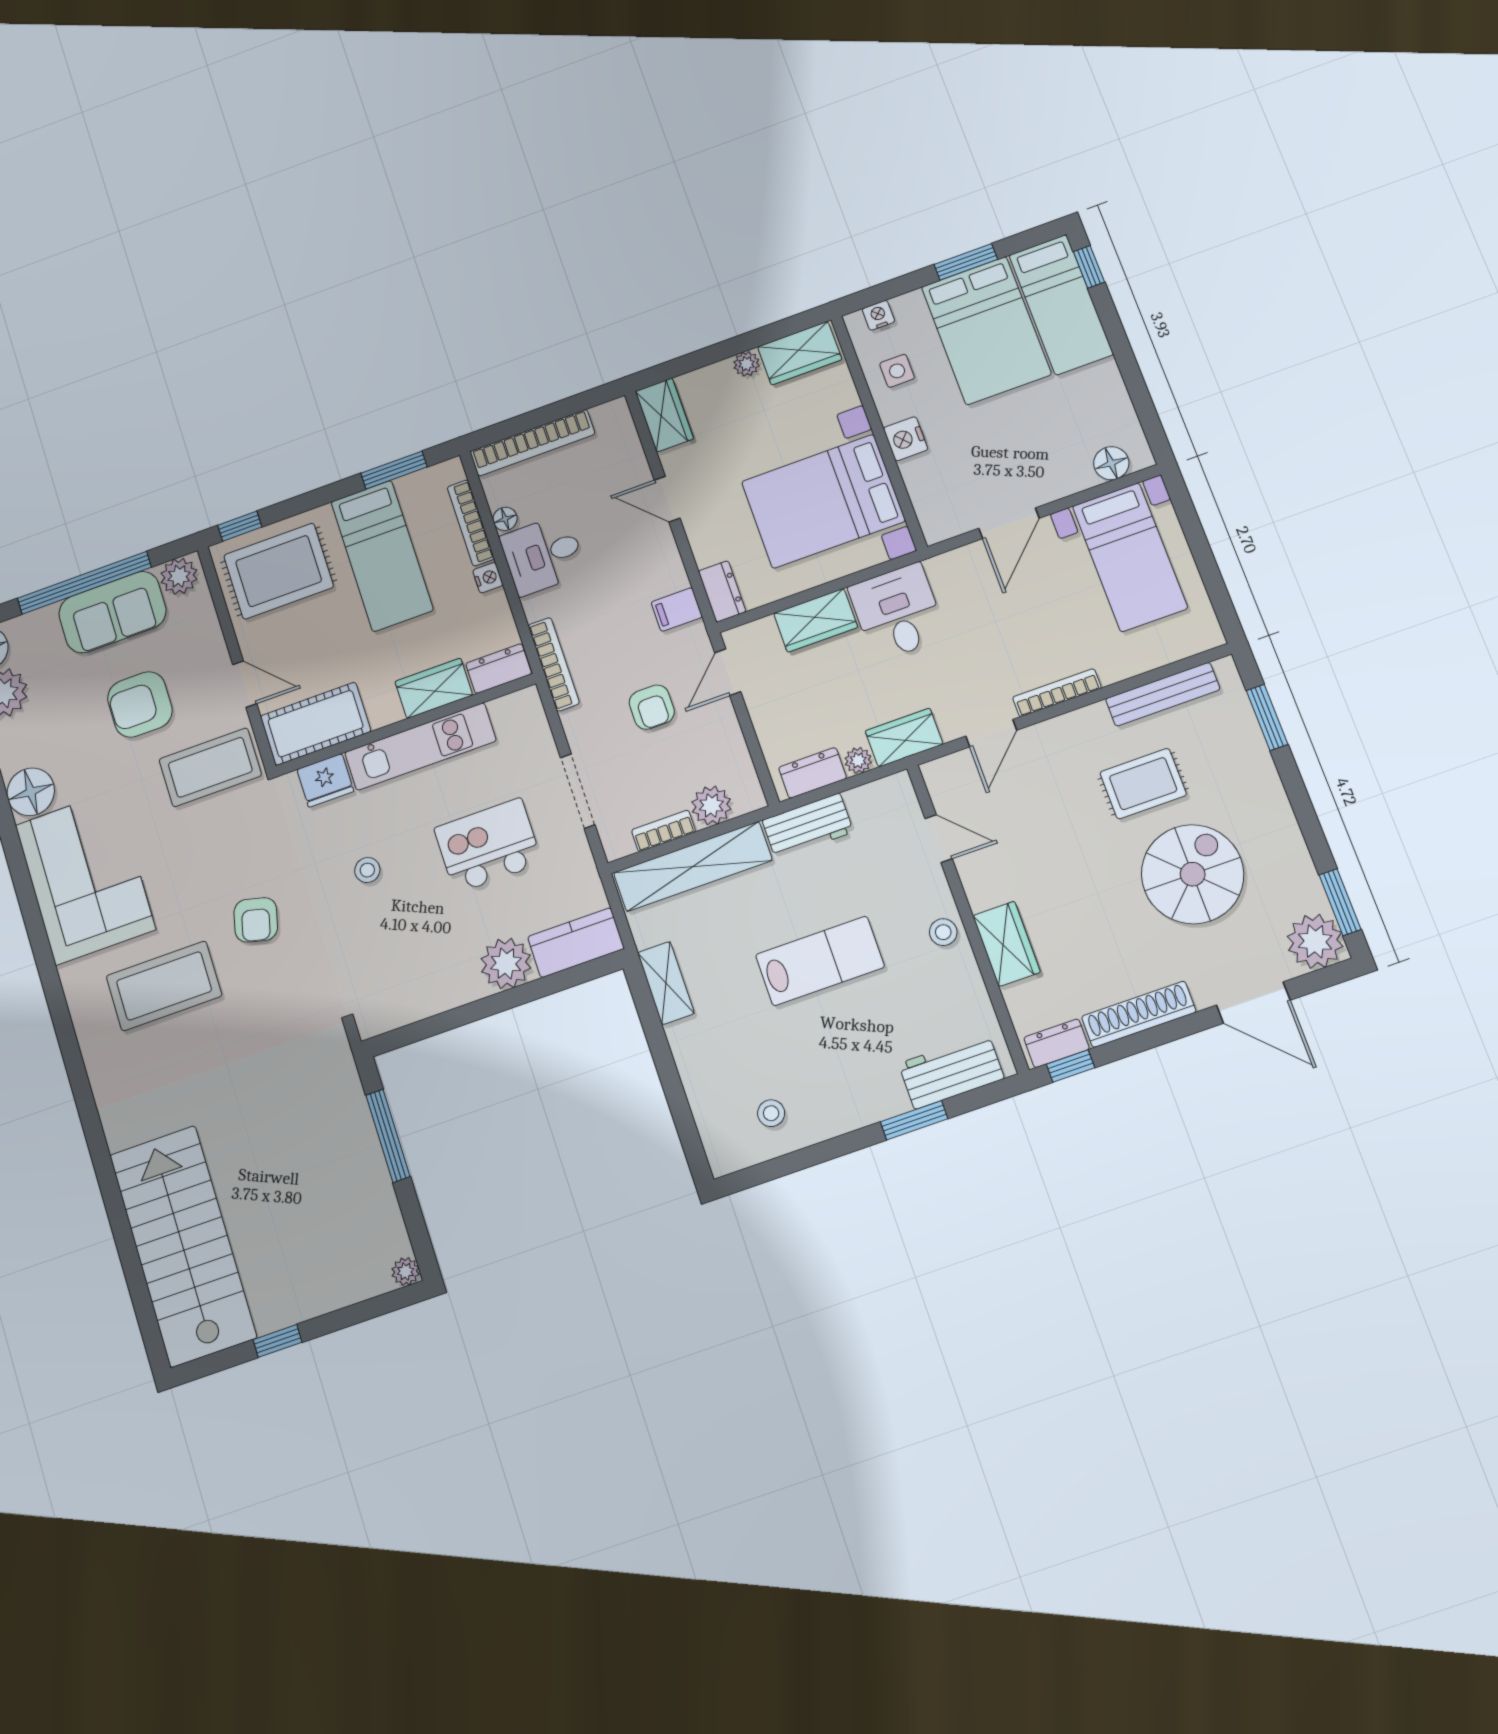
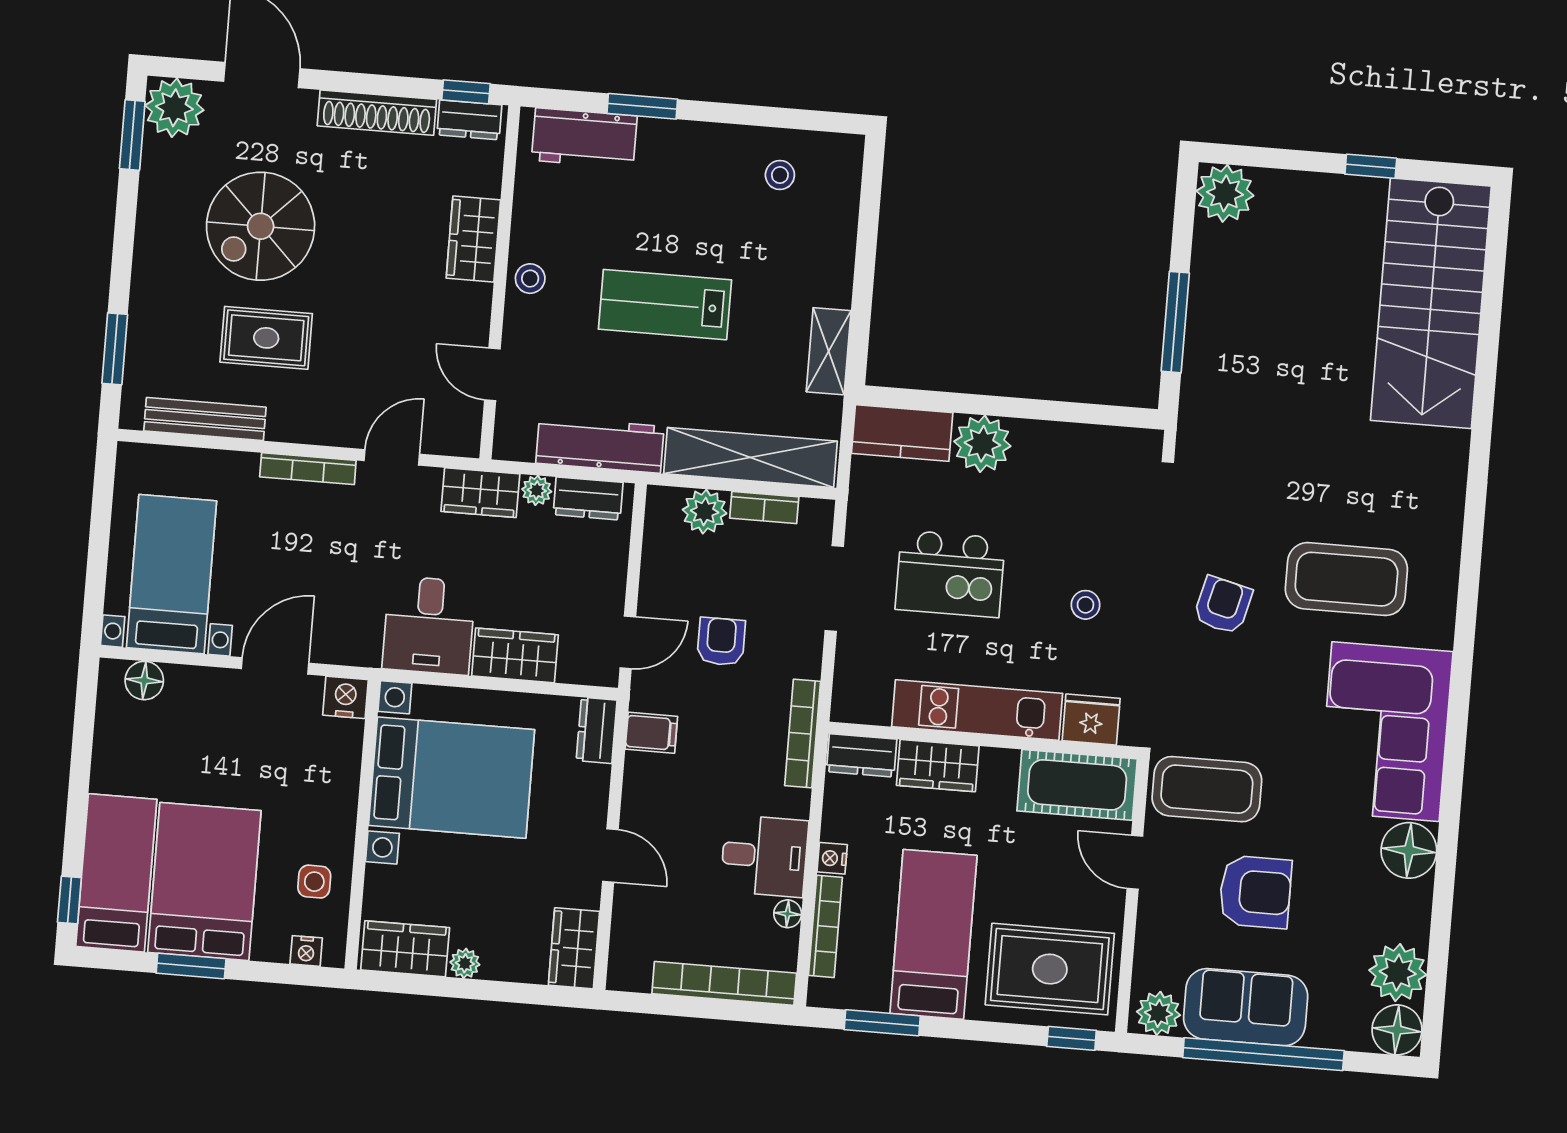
nightstand: (906, 439) -> (345, 697), moved, turned -90
workbench: (808, 826) -> (600, 445), width x1.38
plant: (406, 1271) -> (1225, 193), width x1.88, depth x1.88

